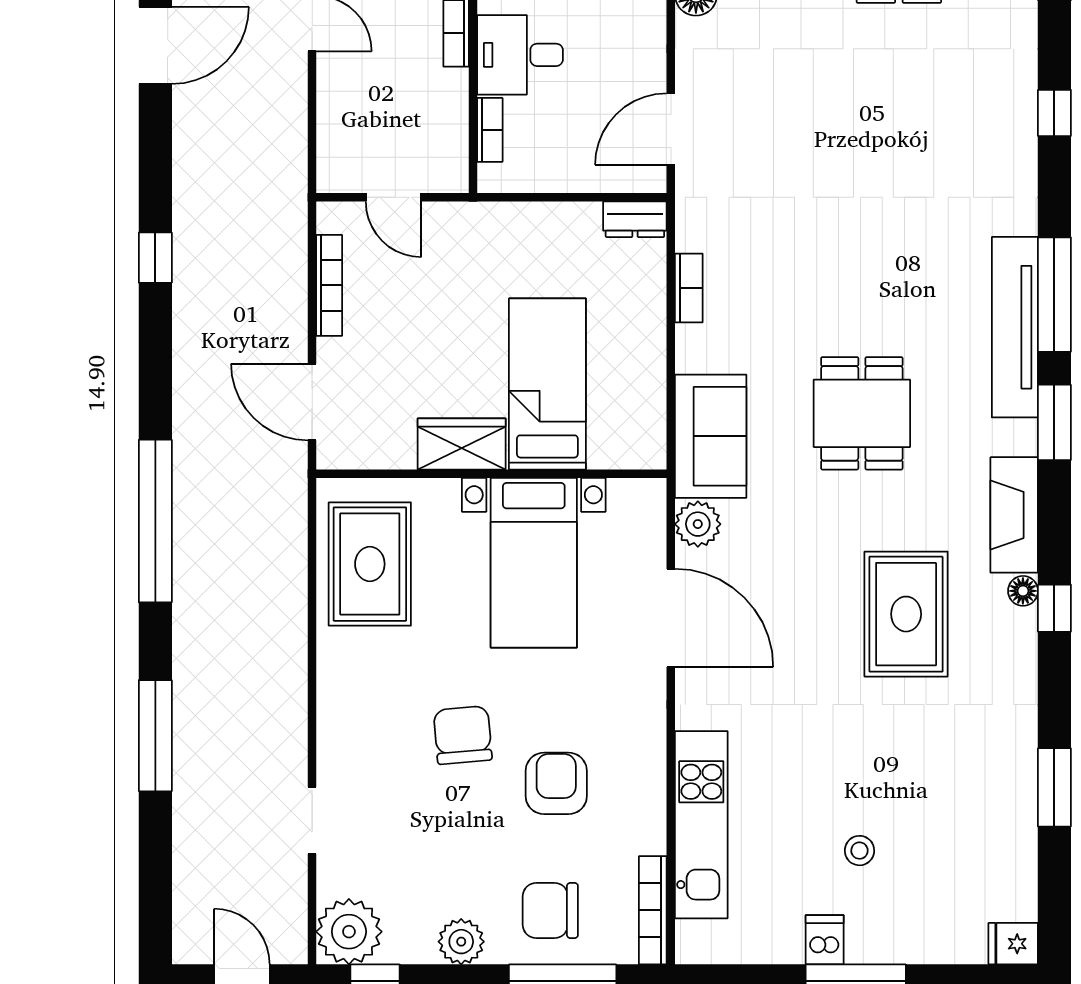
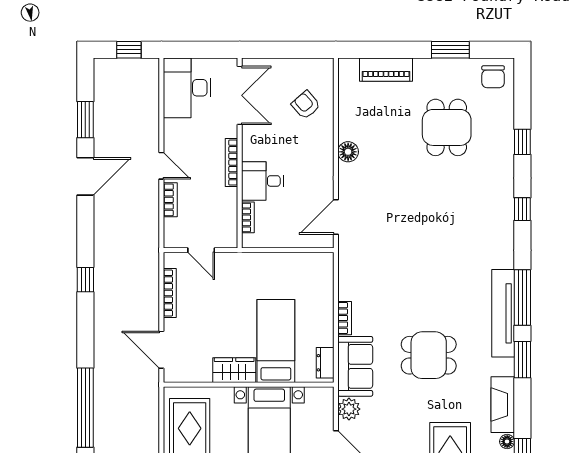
bookcase: (330, 94) -> (170, 200), added
dresser: (635, 219) -> (325, 363), moved, turned 90
bookcase: (689, 288) -> (345, 318), moved
dining table: (862, 413) -> (429, 355), turned 90

